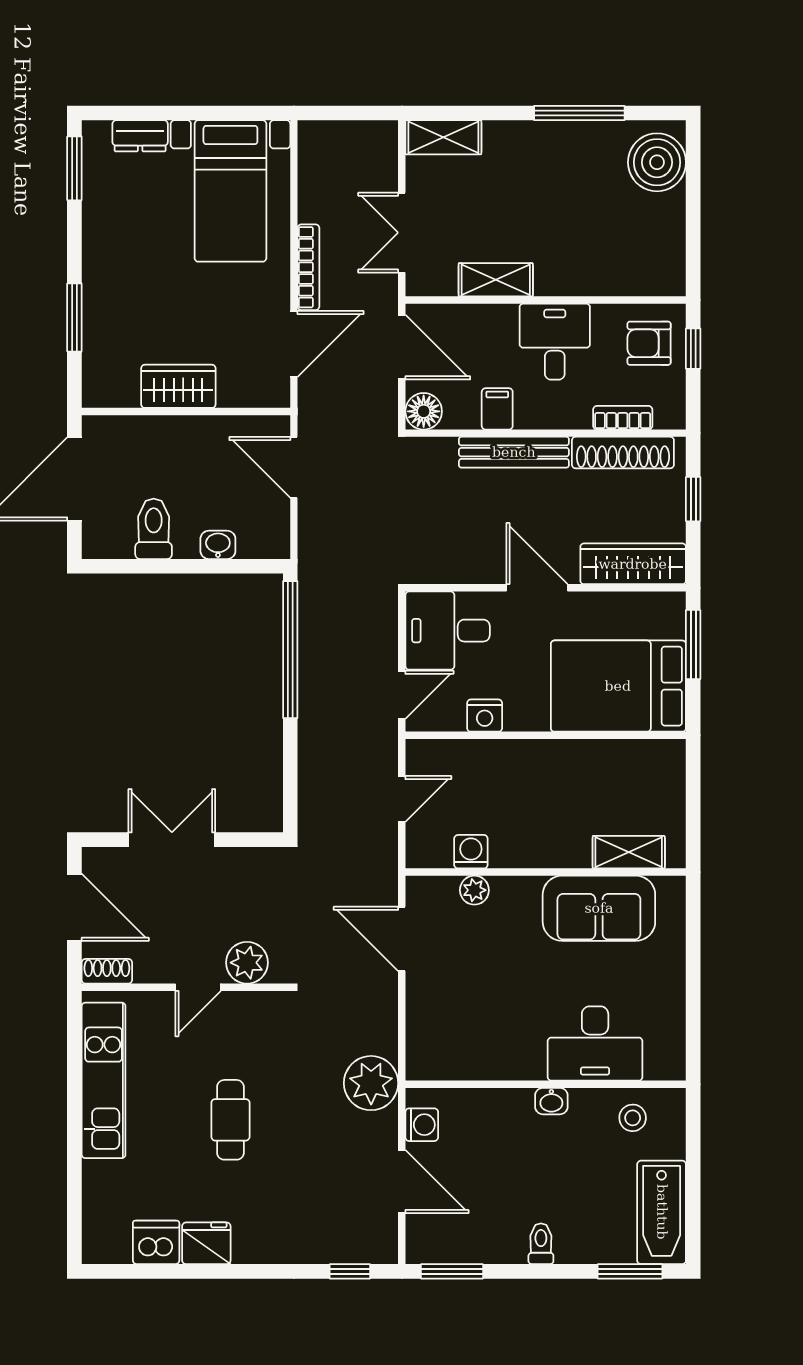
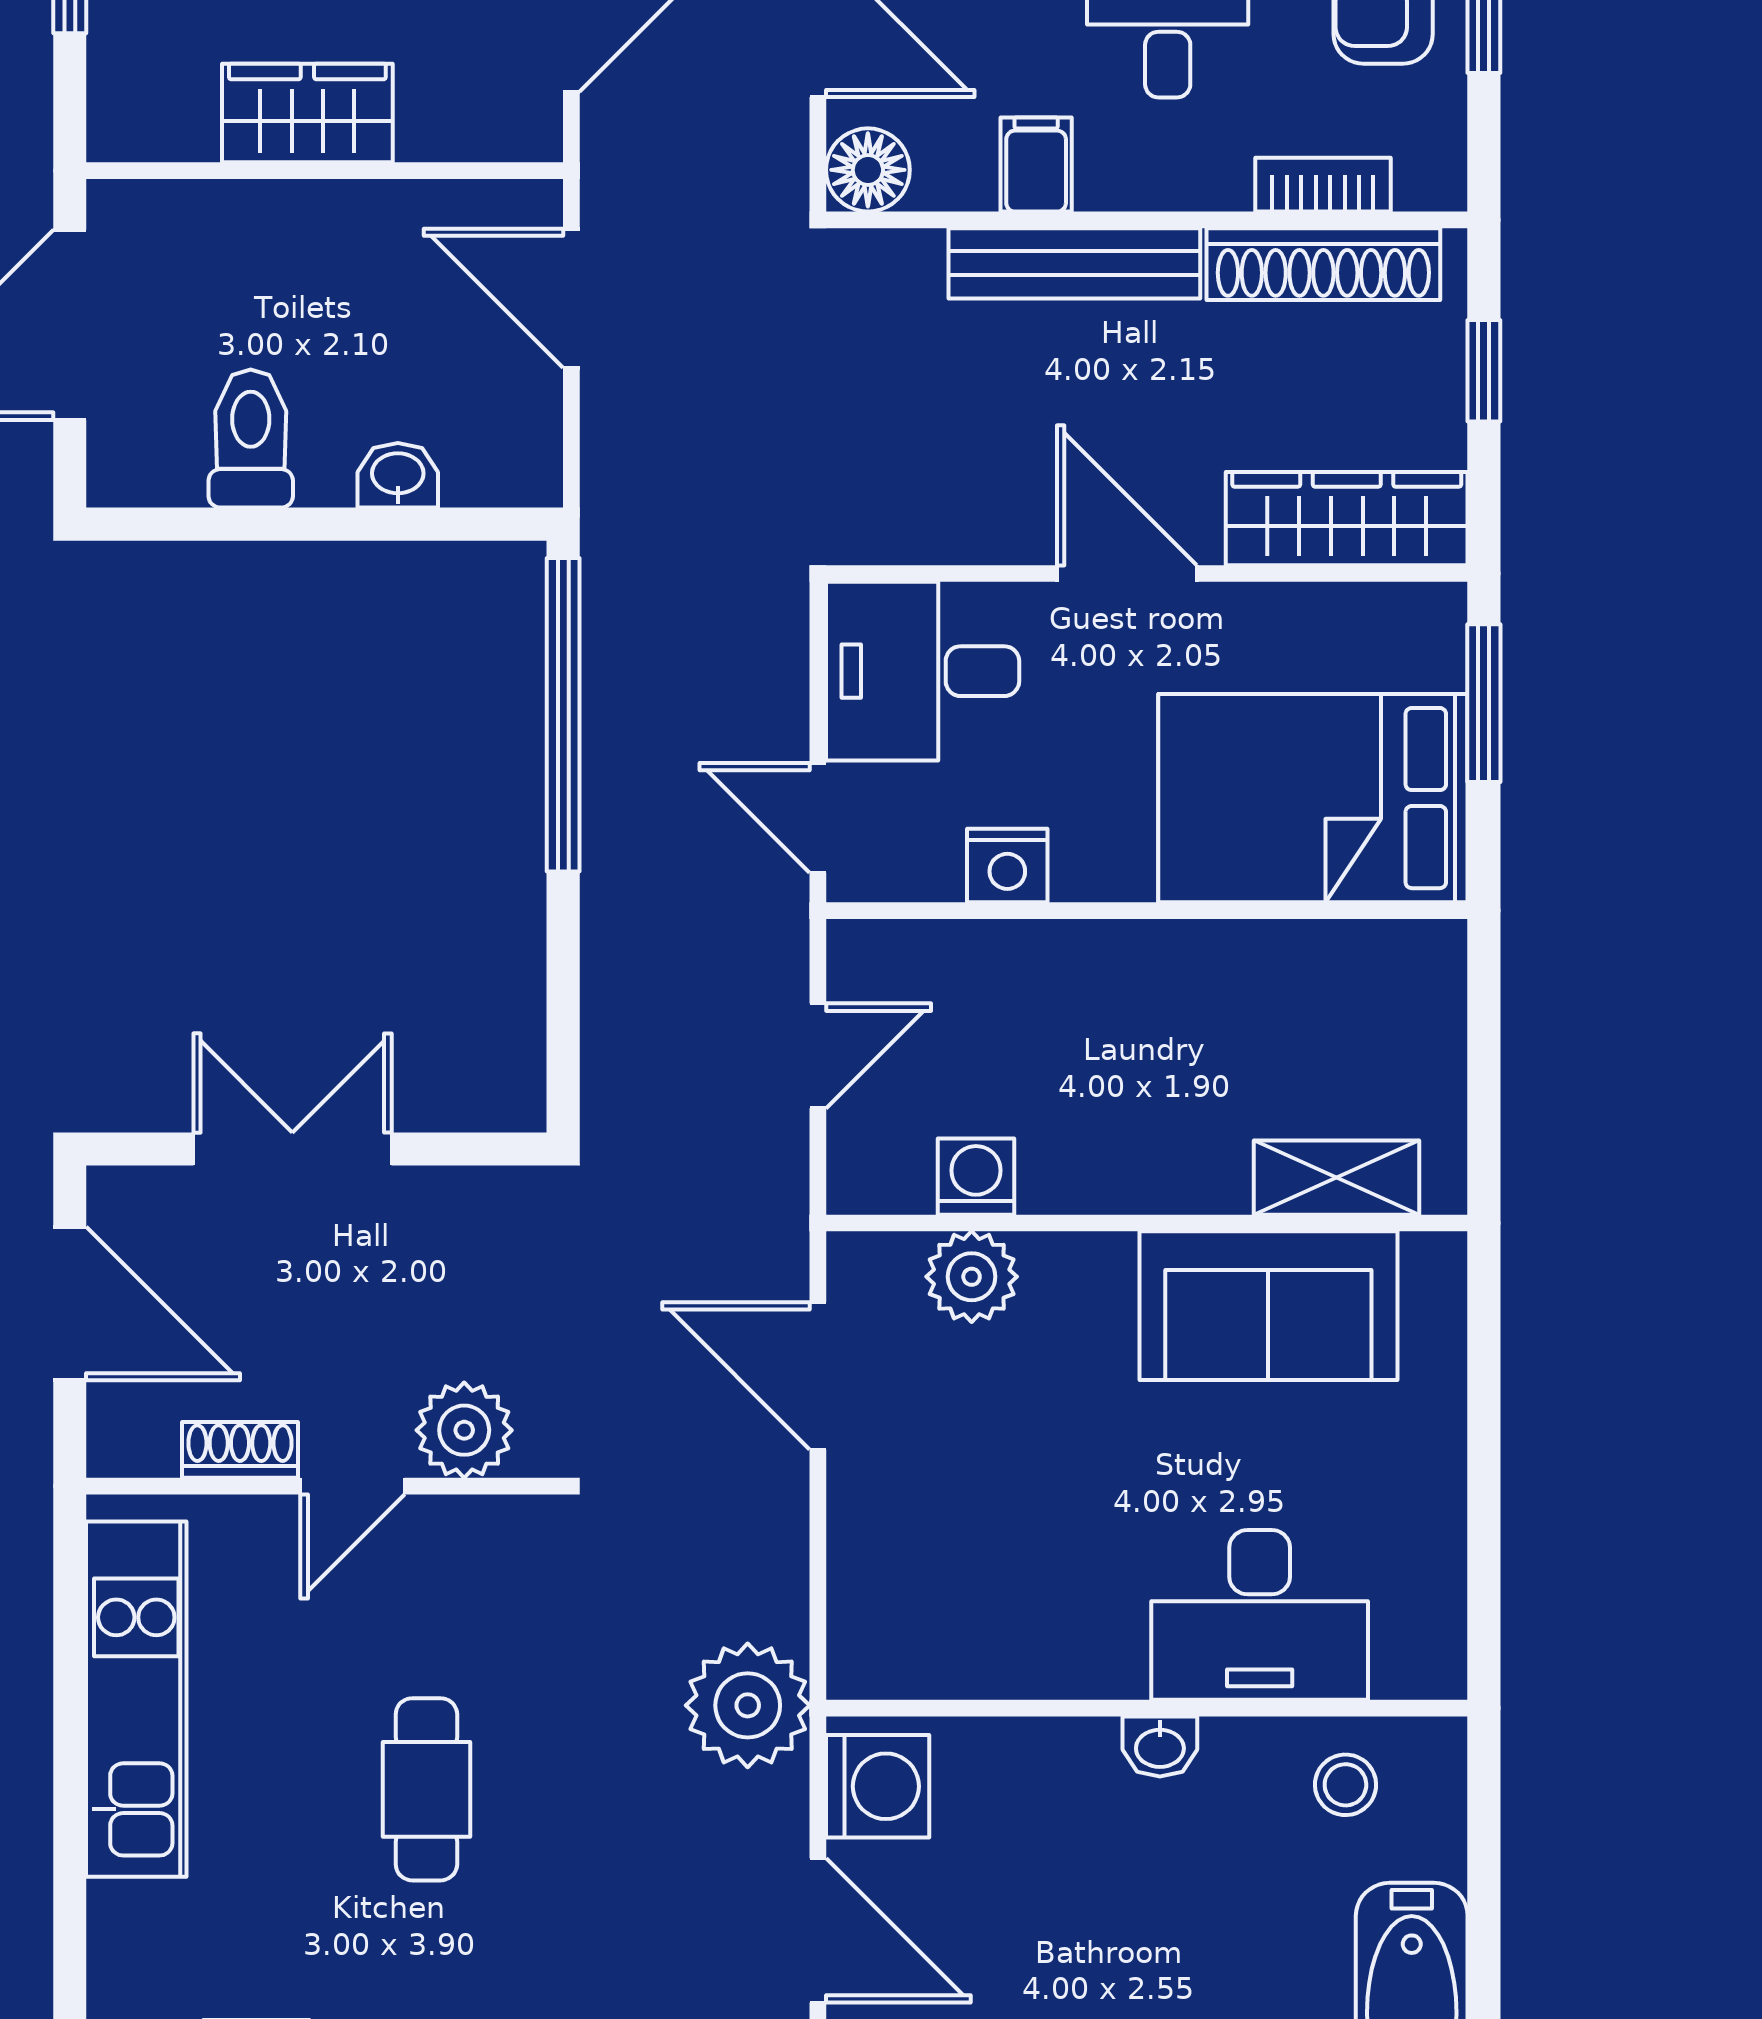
door: (402, 695) -> (818, 818), swing flipped
plant: (474, 890) -> (972, 1277), width x1.38, depth x1.38
shoe rack: (107, 971) -> (240, 1450), moved
washing machine: (422, 1125) -> (878, 1786), width x1.38, depth x1.38

